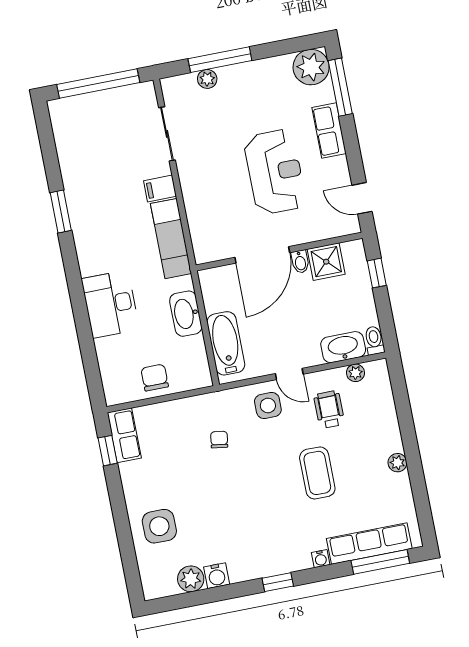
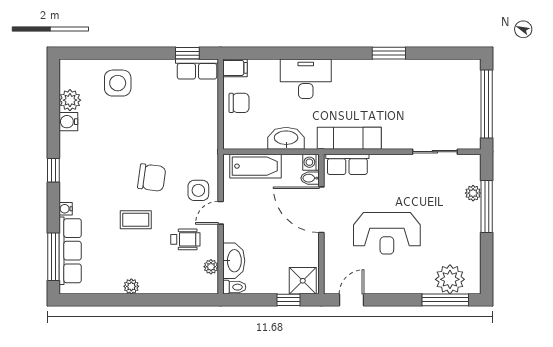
plant: (311, 67) -> (450, 279), moved
row of seats: (329, 130) -> (347, 164), moved, turned 180
filing cabinet: (160, 189) -> (235, 68), moved, turned 90
bidet: (300, 262) -> (310, 178), moved
shower: (326, 262) -> (303, 281), moved
washing machine: (208, 278) -> (311, 162), added
chair: (219, 440) -> (152, 178), moved, width x1.87, depth x1.87
coffee table: (317, 473) -> (136, 220), width x0.73, depth x0.77

